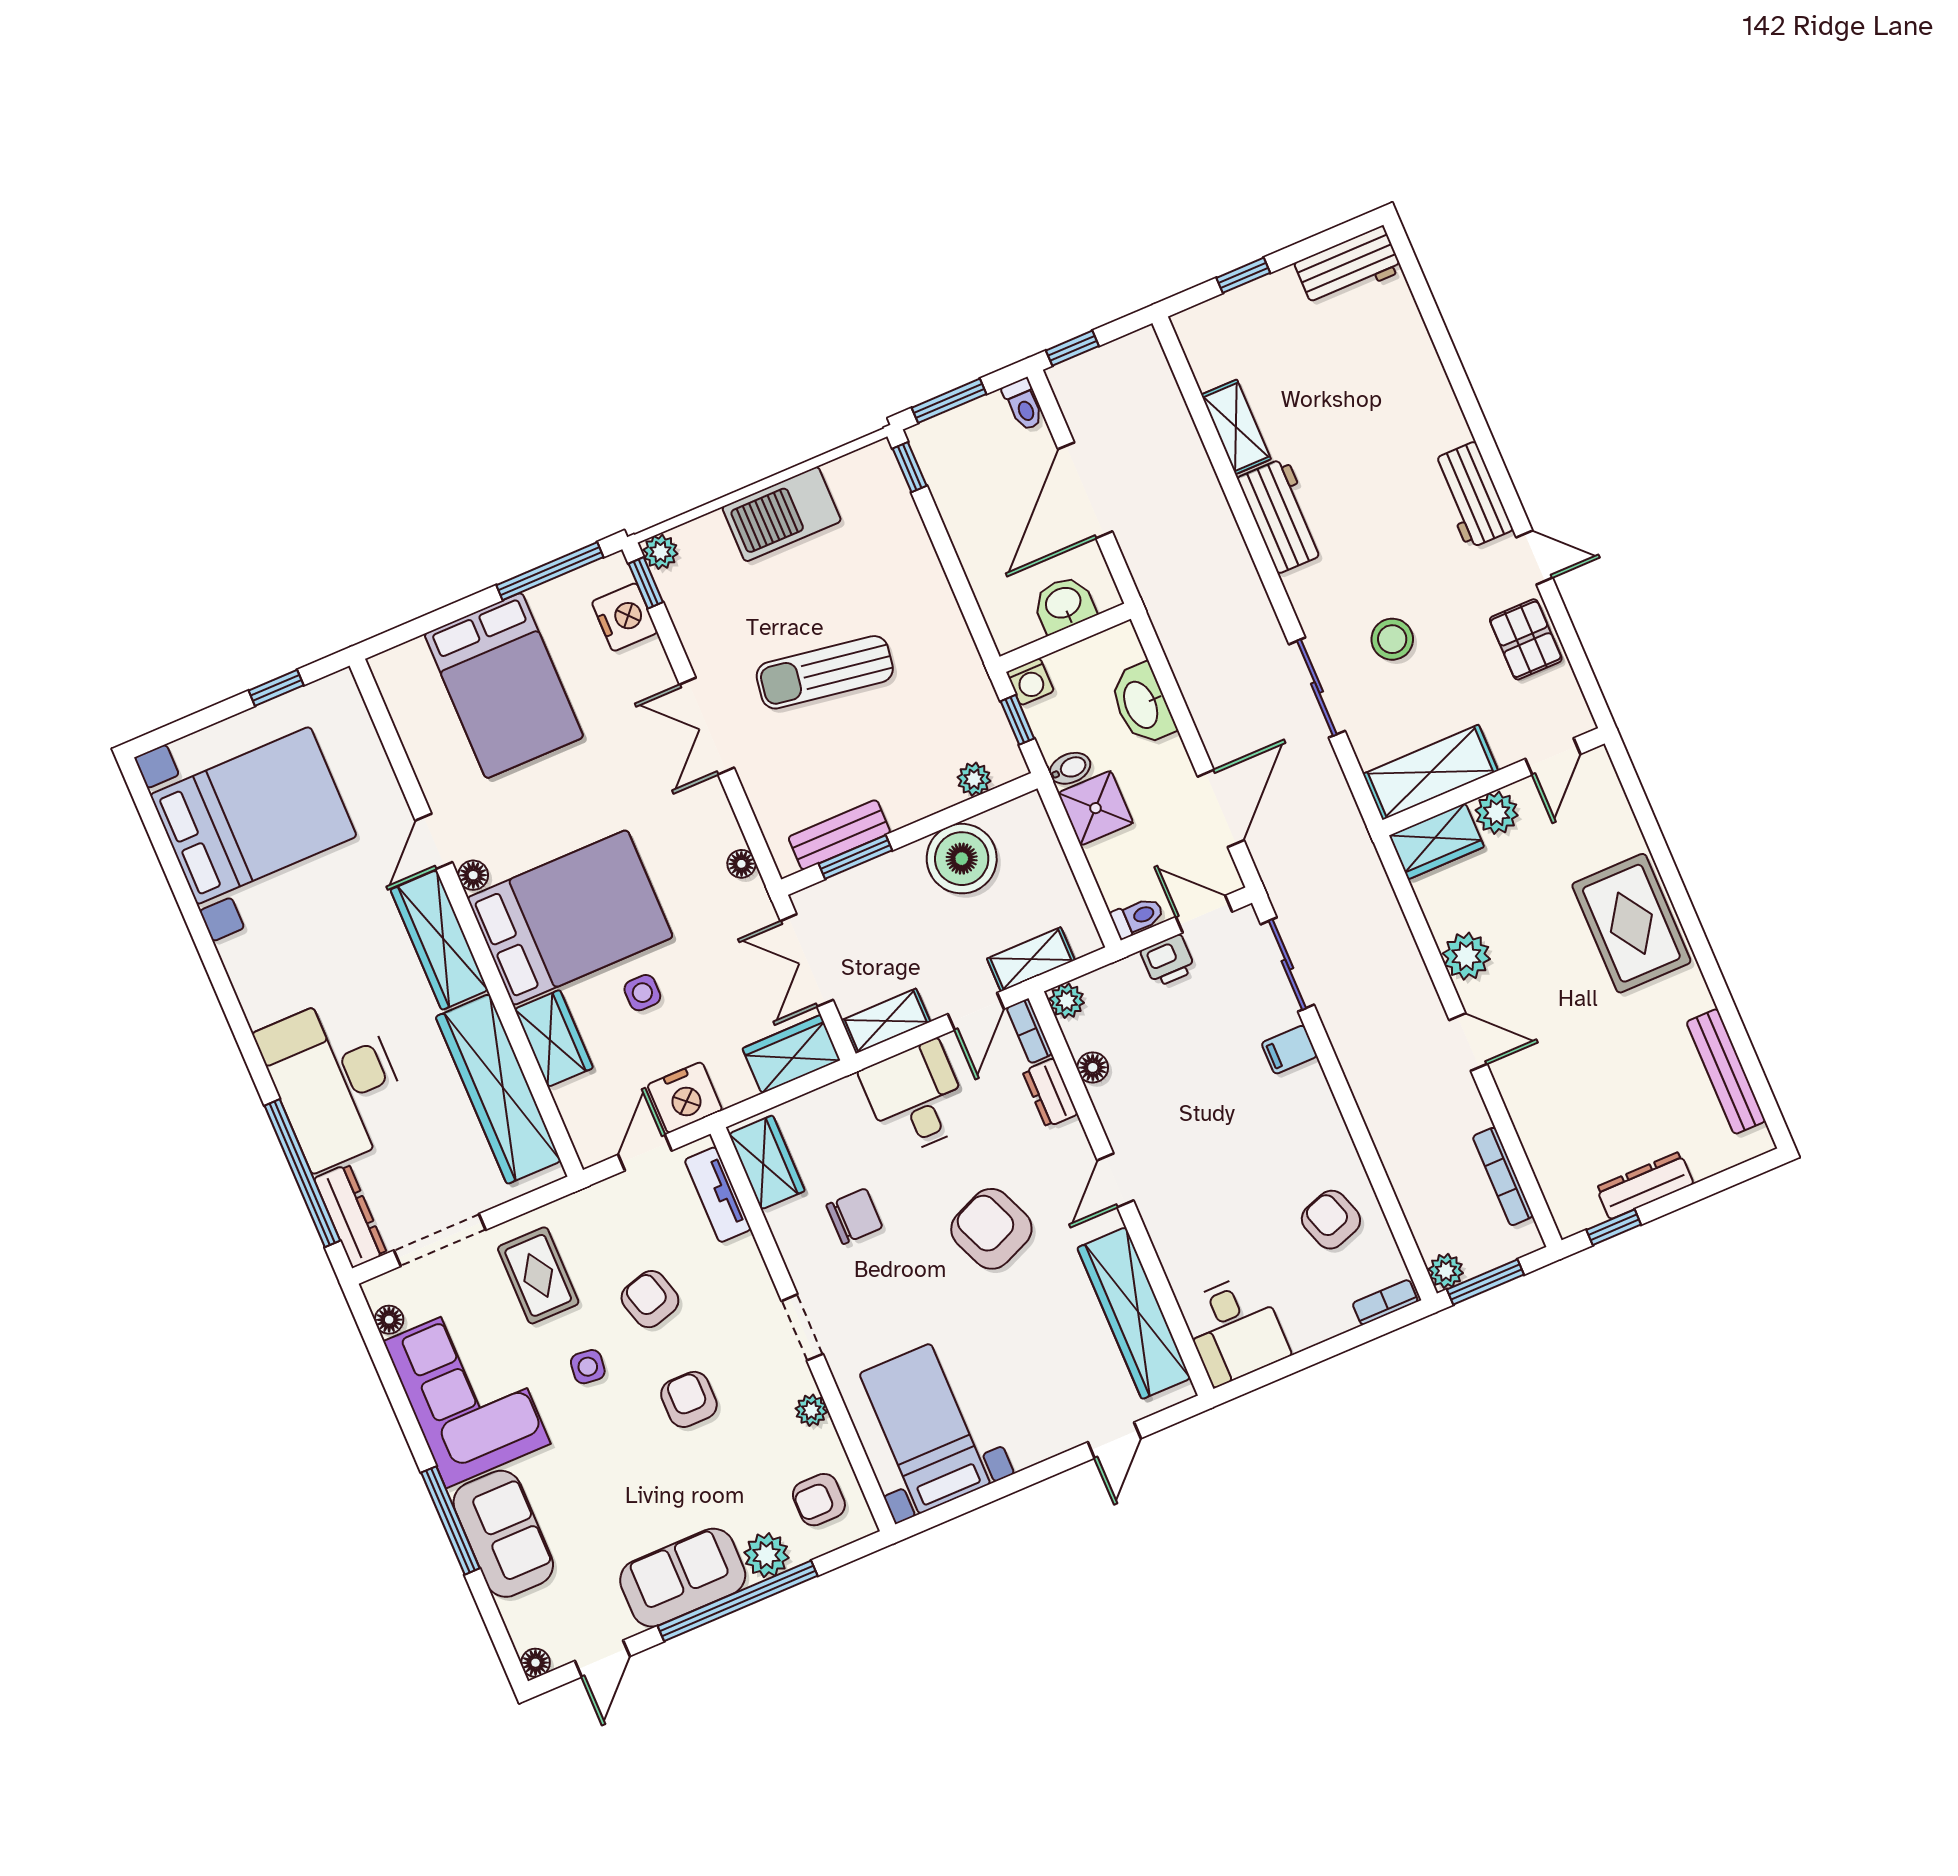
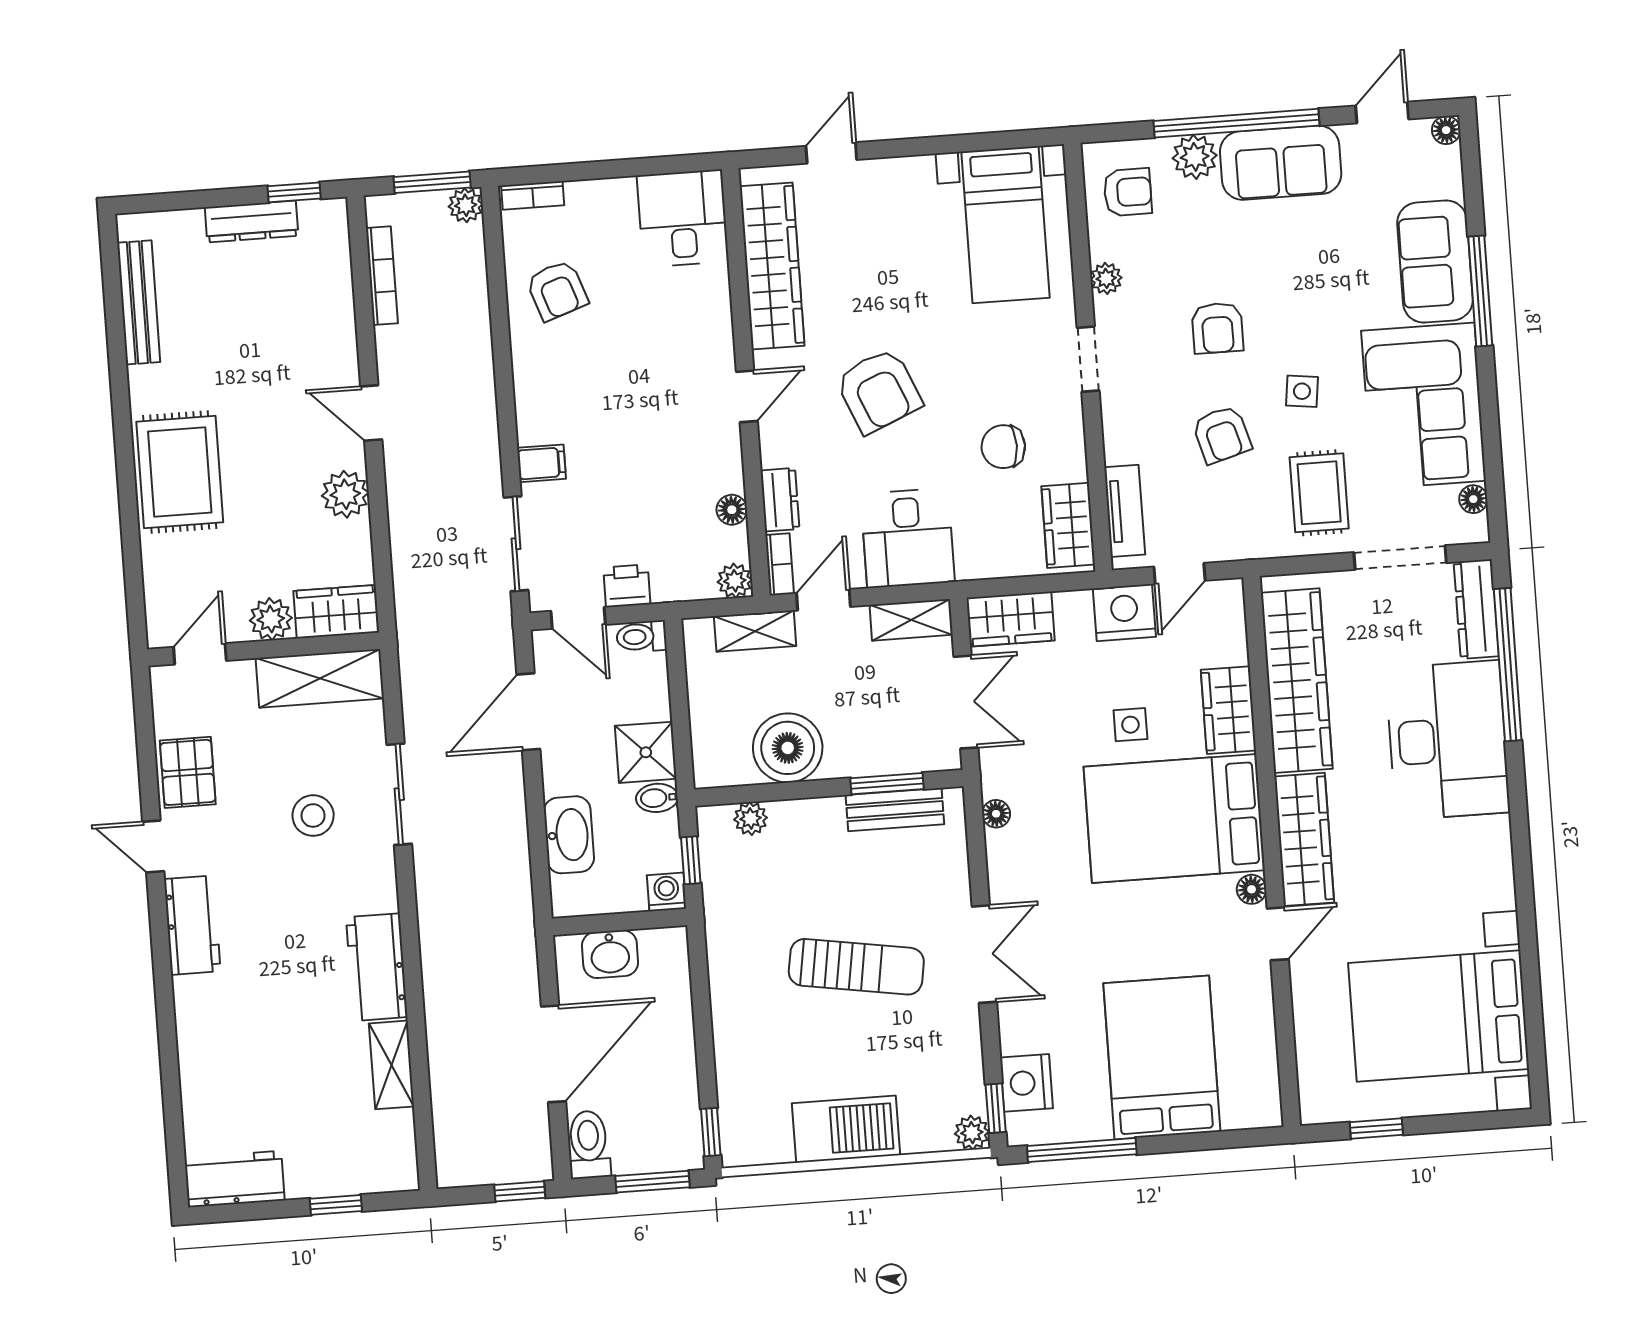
toilet: (1023, 405) -> (589, 1145), width x1.37, depth x1.39

